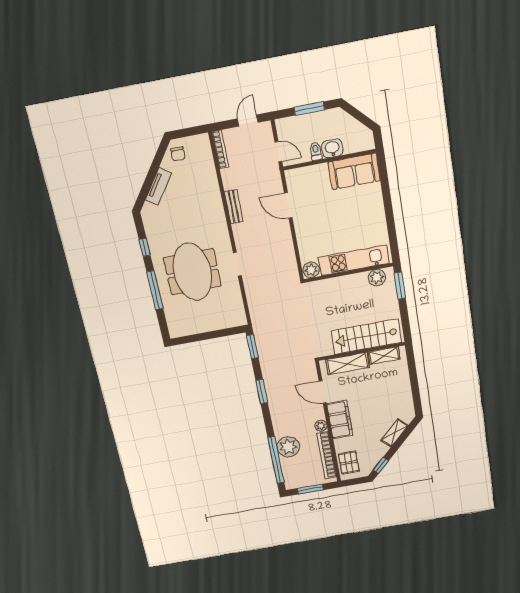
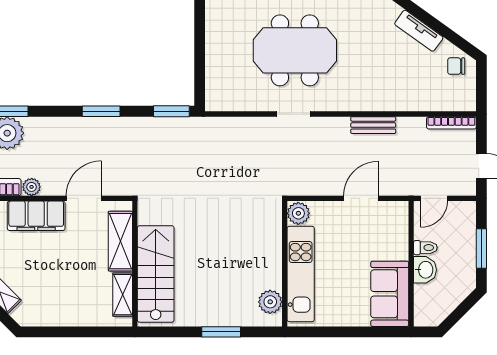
kitchen unit: (354, 260) -> (301, 274), moved
plant: (311, 270) -> (298, 213), moved
wall: (348, 273) -> (285, 264), moved
plant: (377, 278) -> (270, 302), moved

